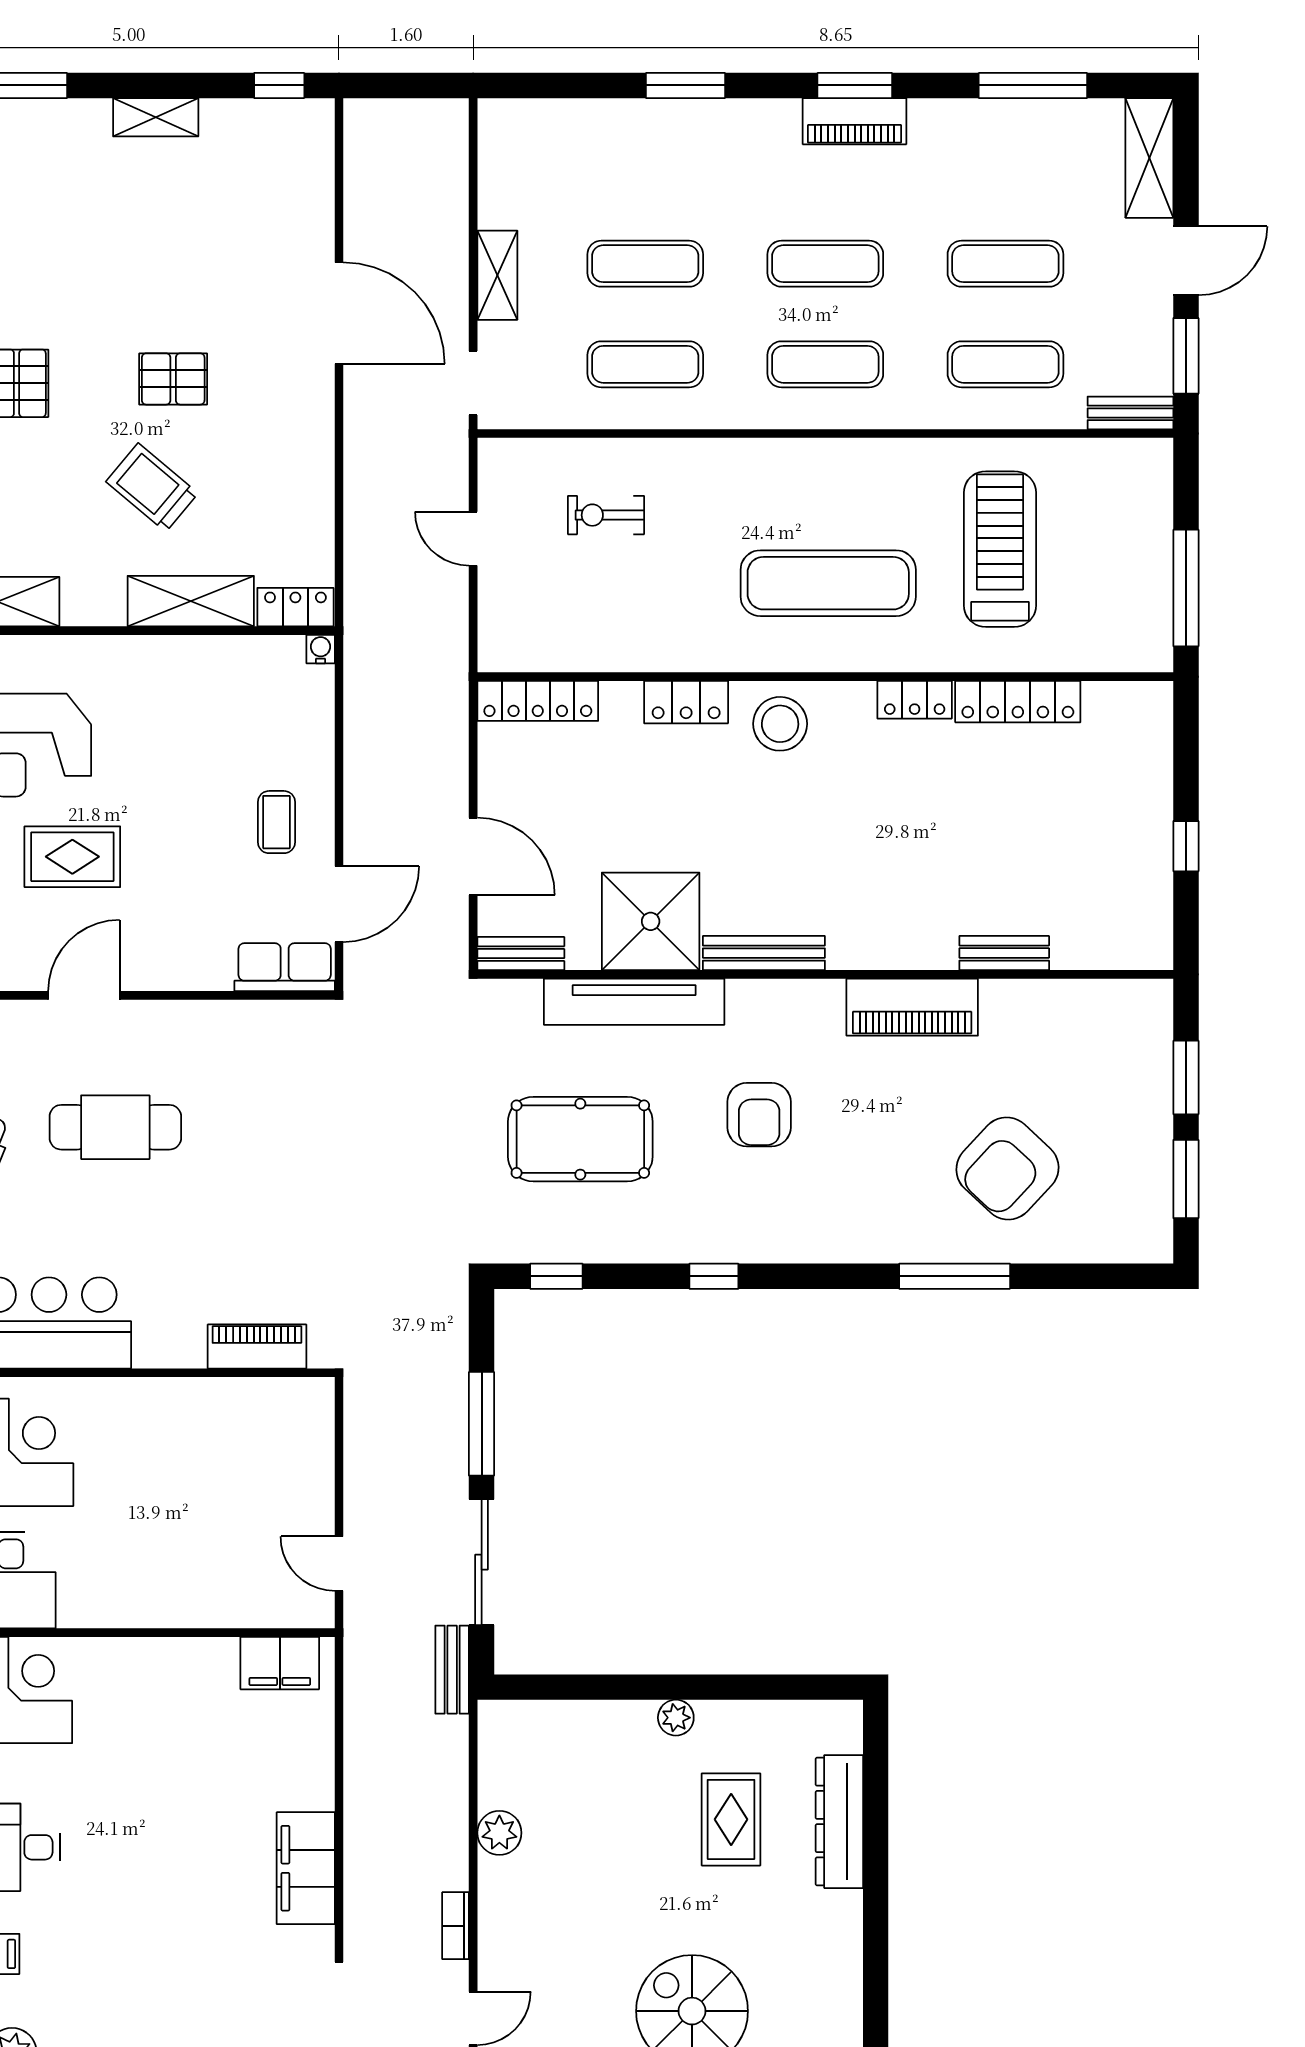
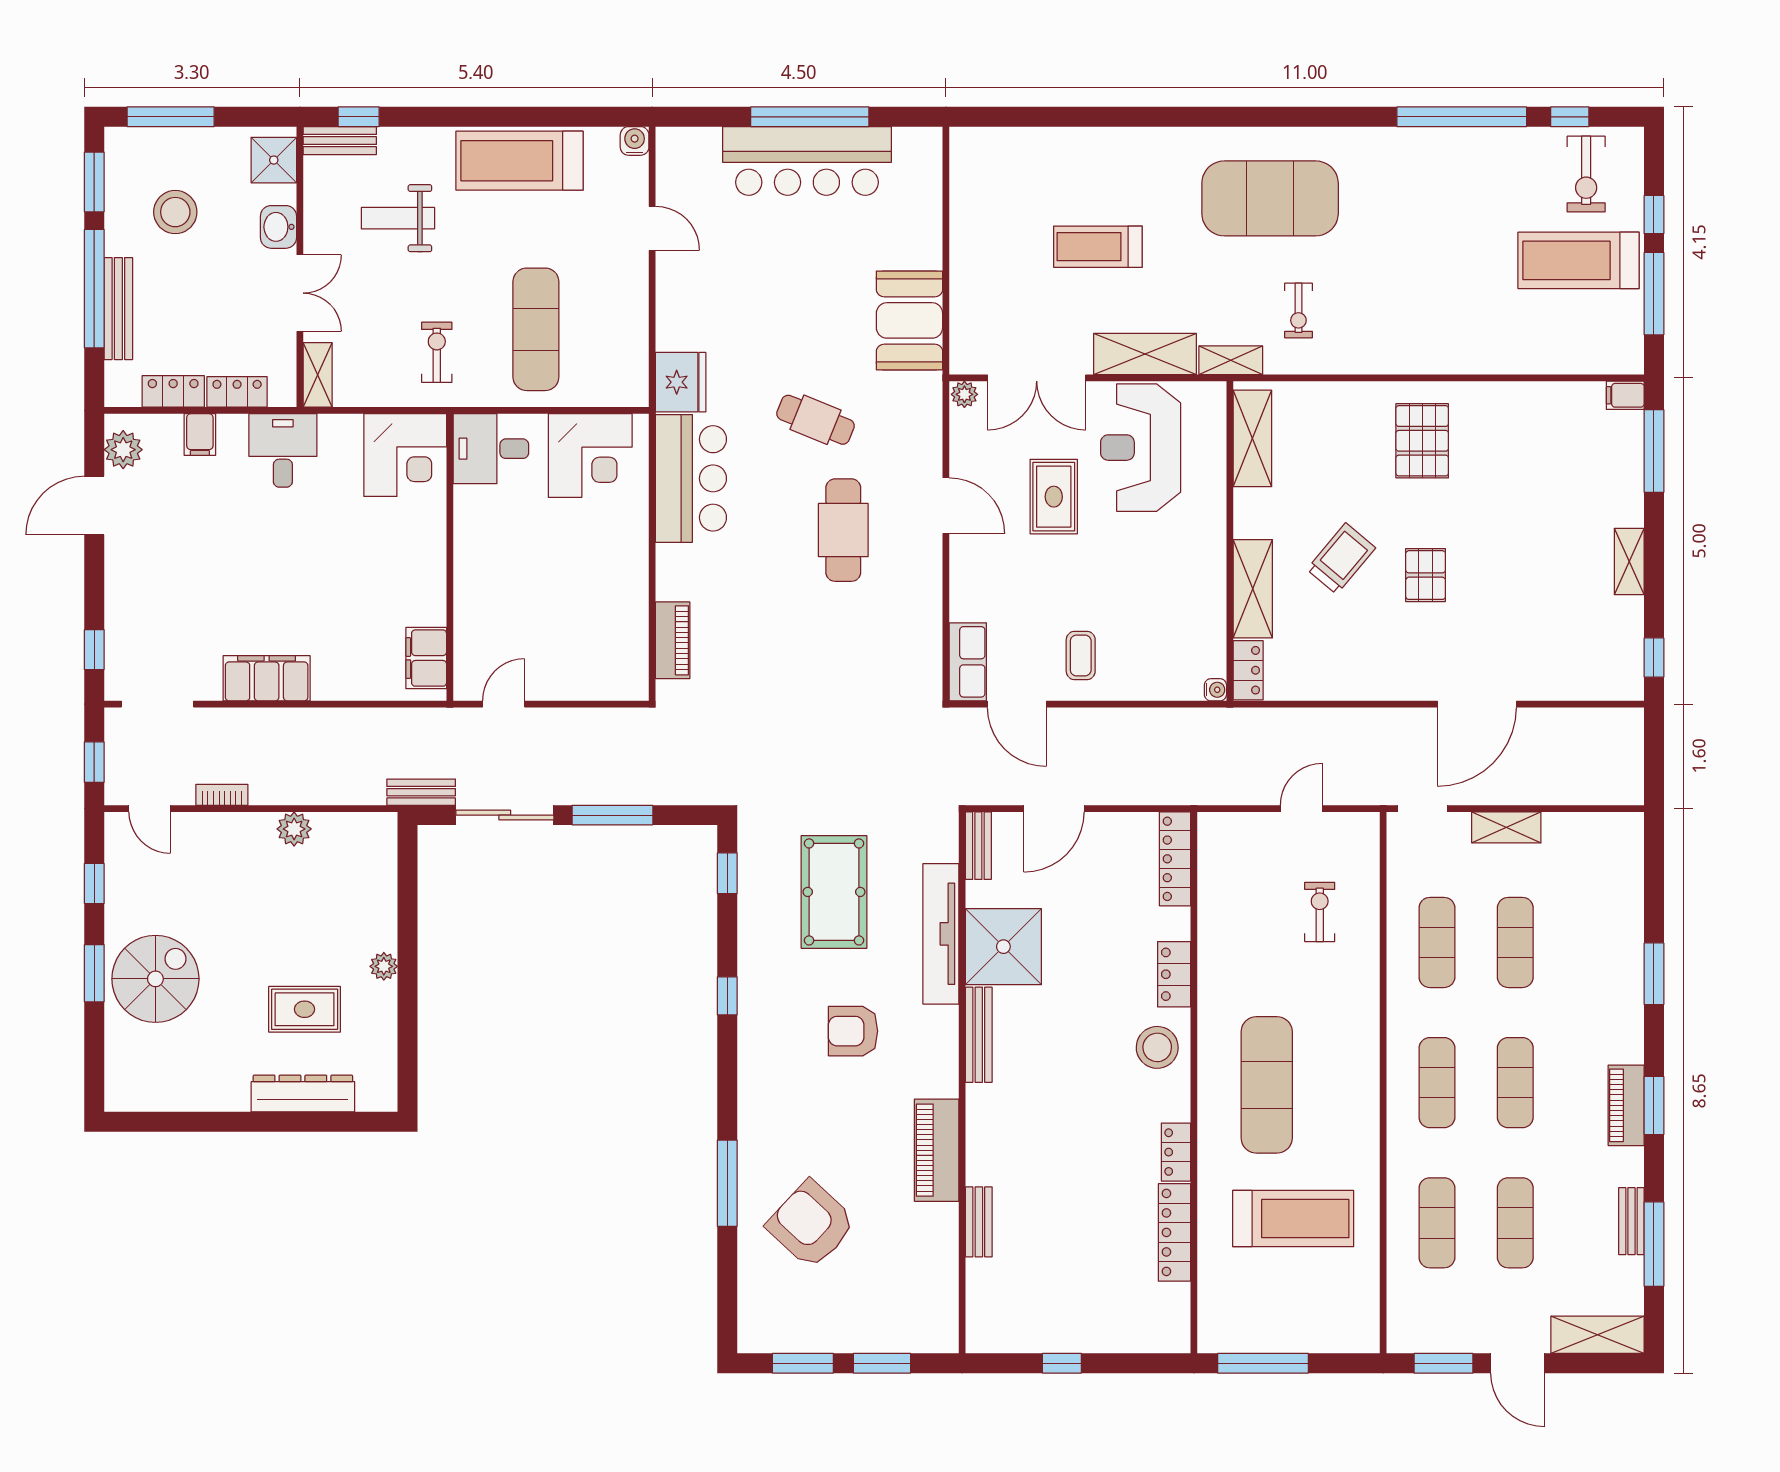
bench: (1130, 413) -> (1631, 1221), moved
coffee table: (276, 822) -> (1081, 655), turned 90

